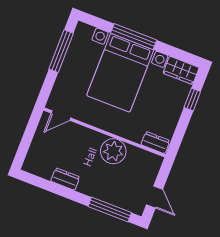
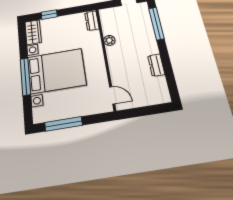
plant: (113, 151) -> (109, 40), width x0.53, depth x0.53

